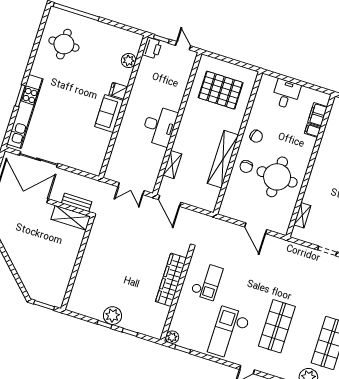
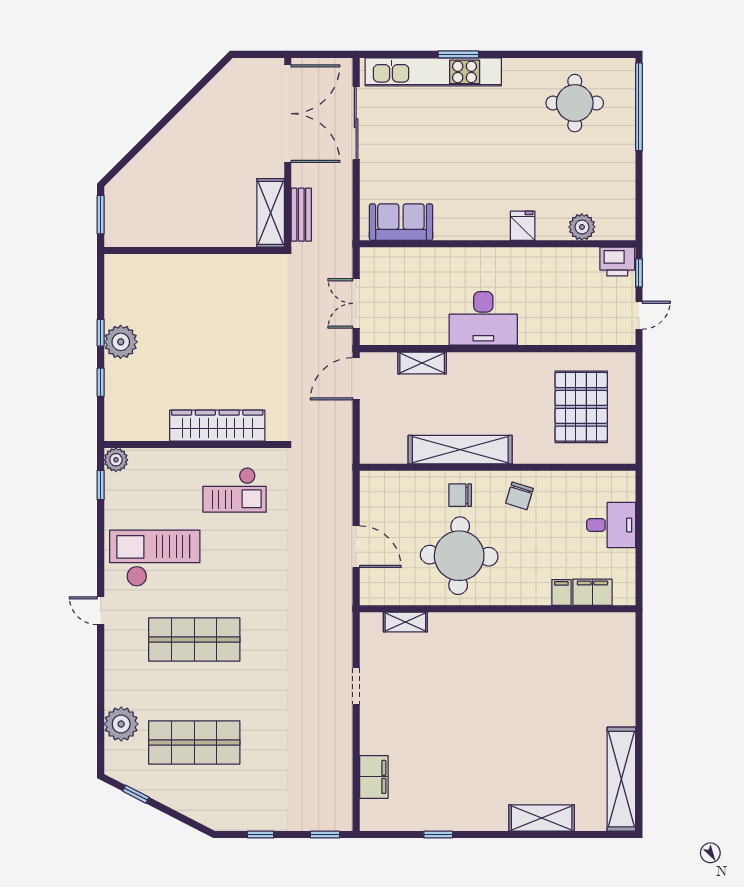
sofa: (109, 114) -> (401, 222), moved
door: (256, 228) -> (356, 547), swing flipped

